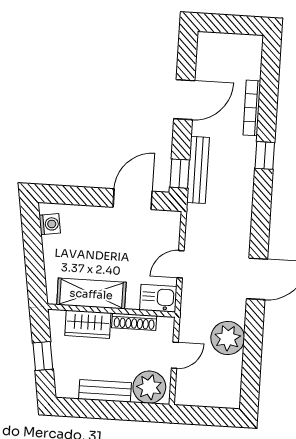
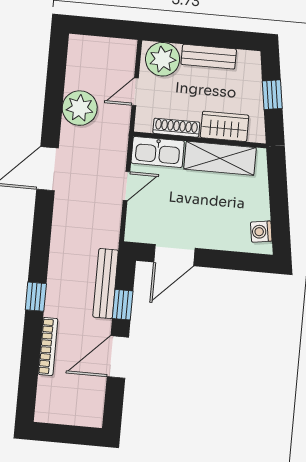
window: (180, 174) -> (123, 305), moved
kitchen sink: (158, 298) -> (158, 152), width x1.38

